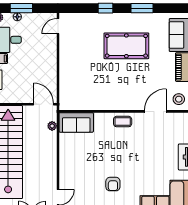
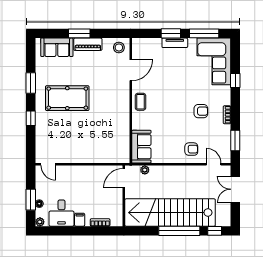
pool table: (126, 46) -> (67, 98), turned 90
door: (155, 111) -> (131, 70), swing flipped
armchair: (74, 174) -> (191, 149), added

